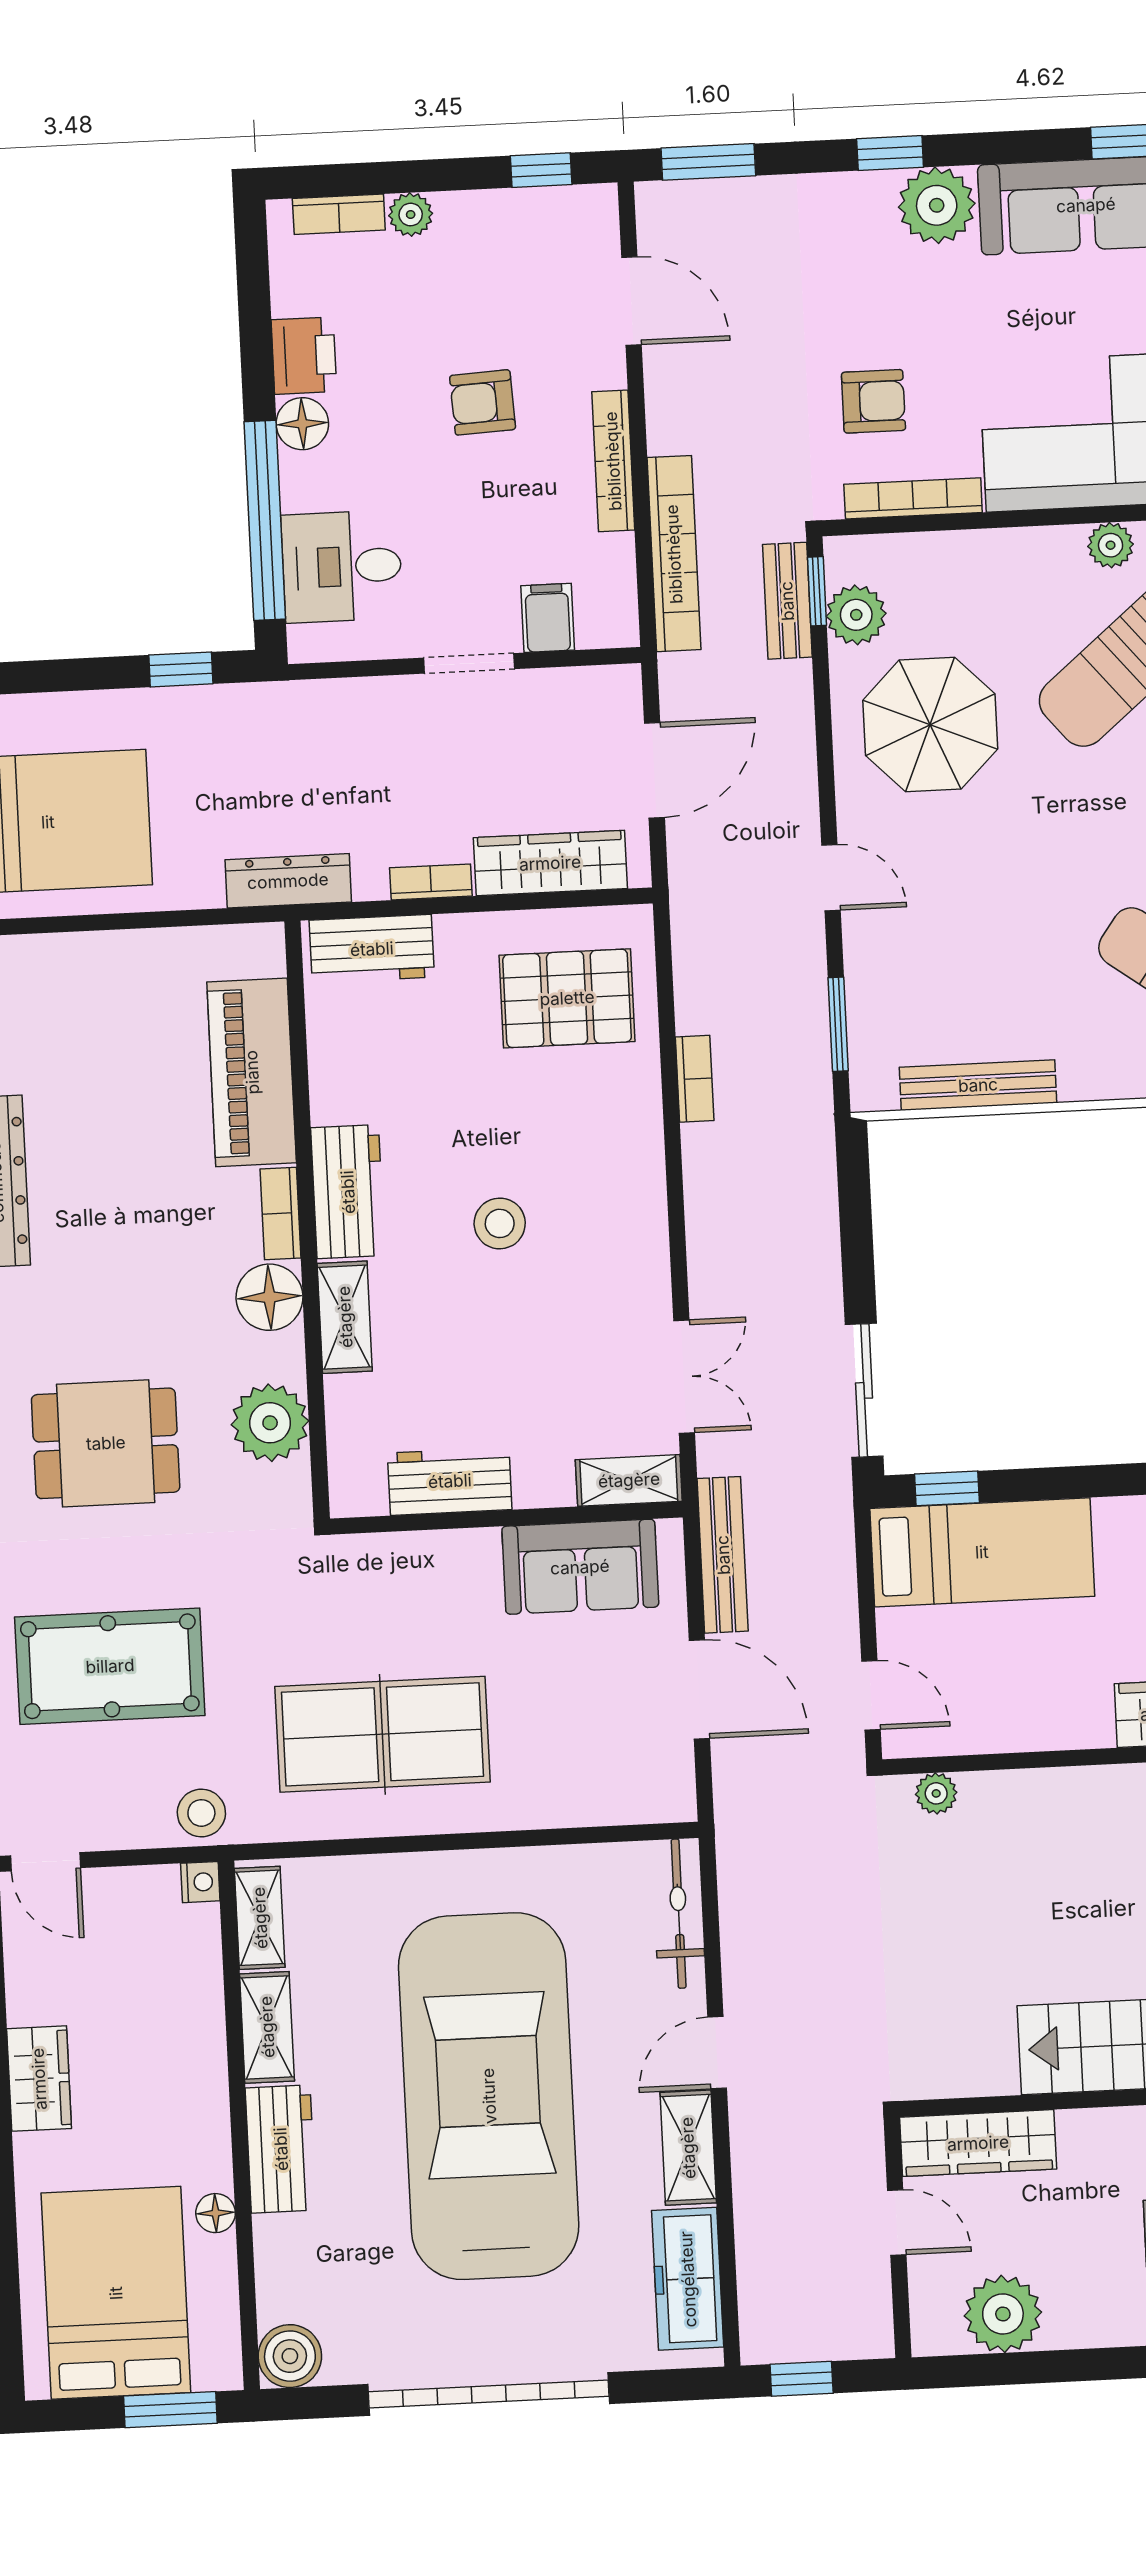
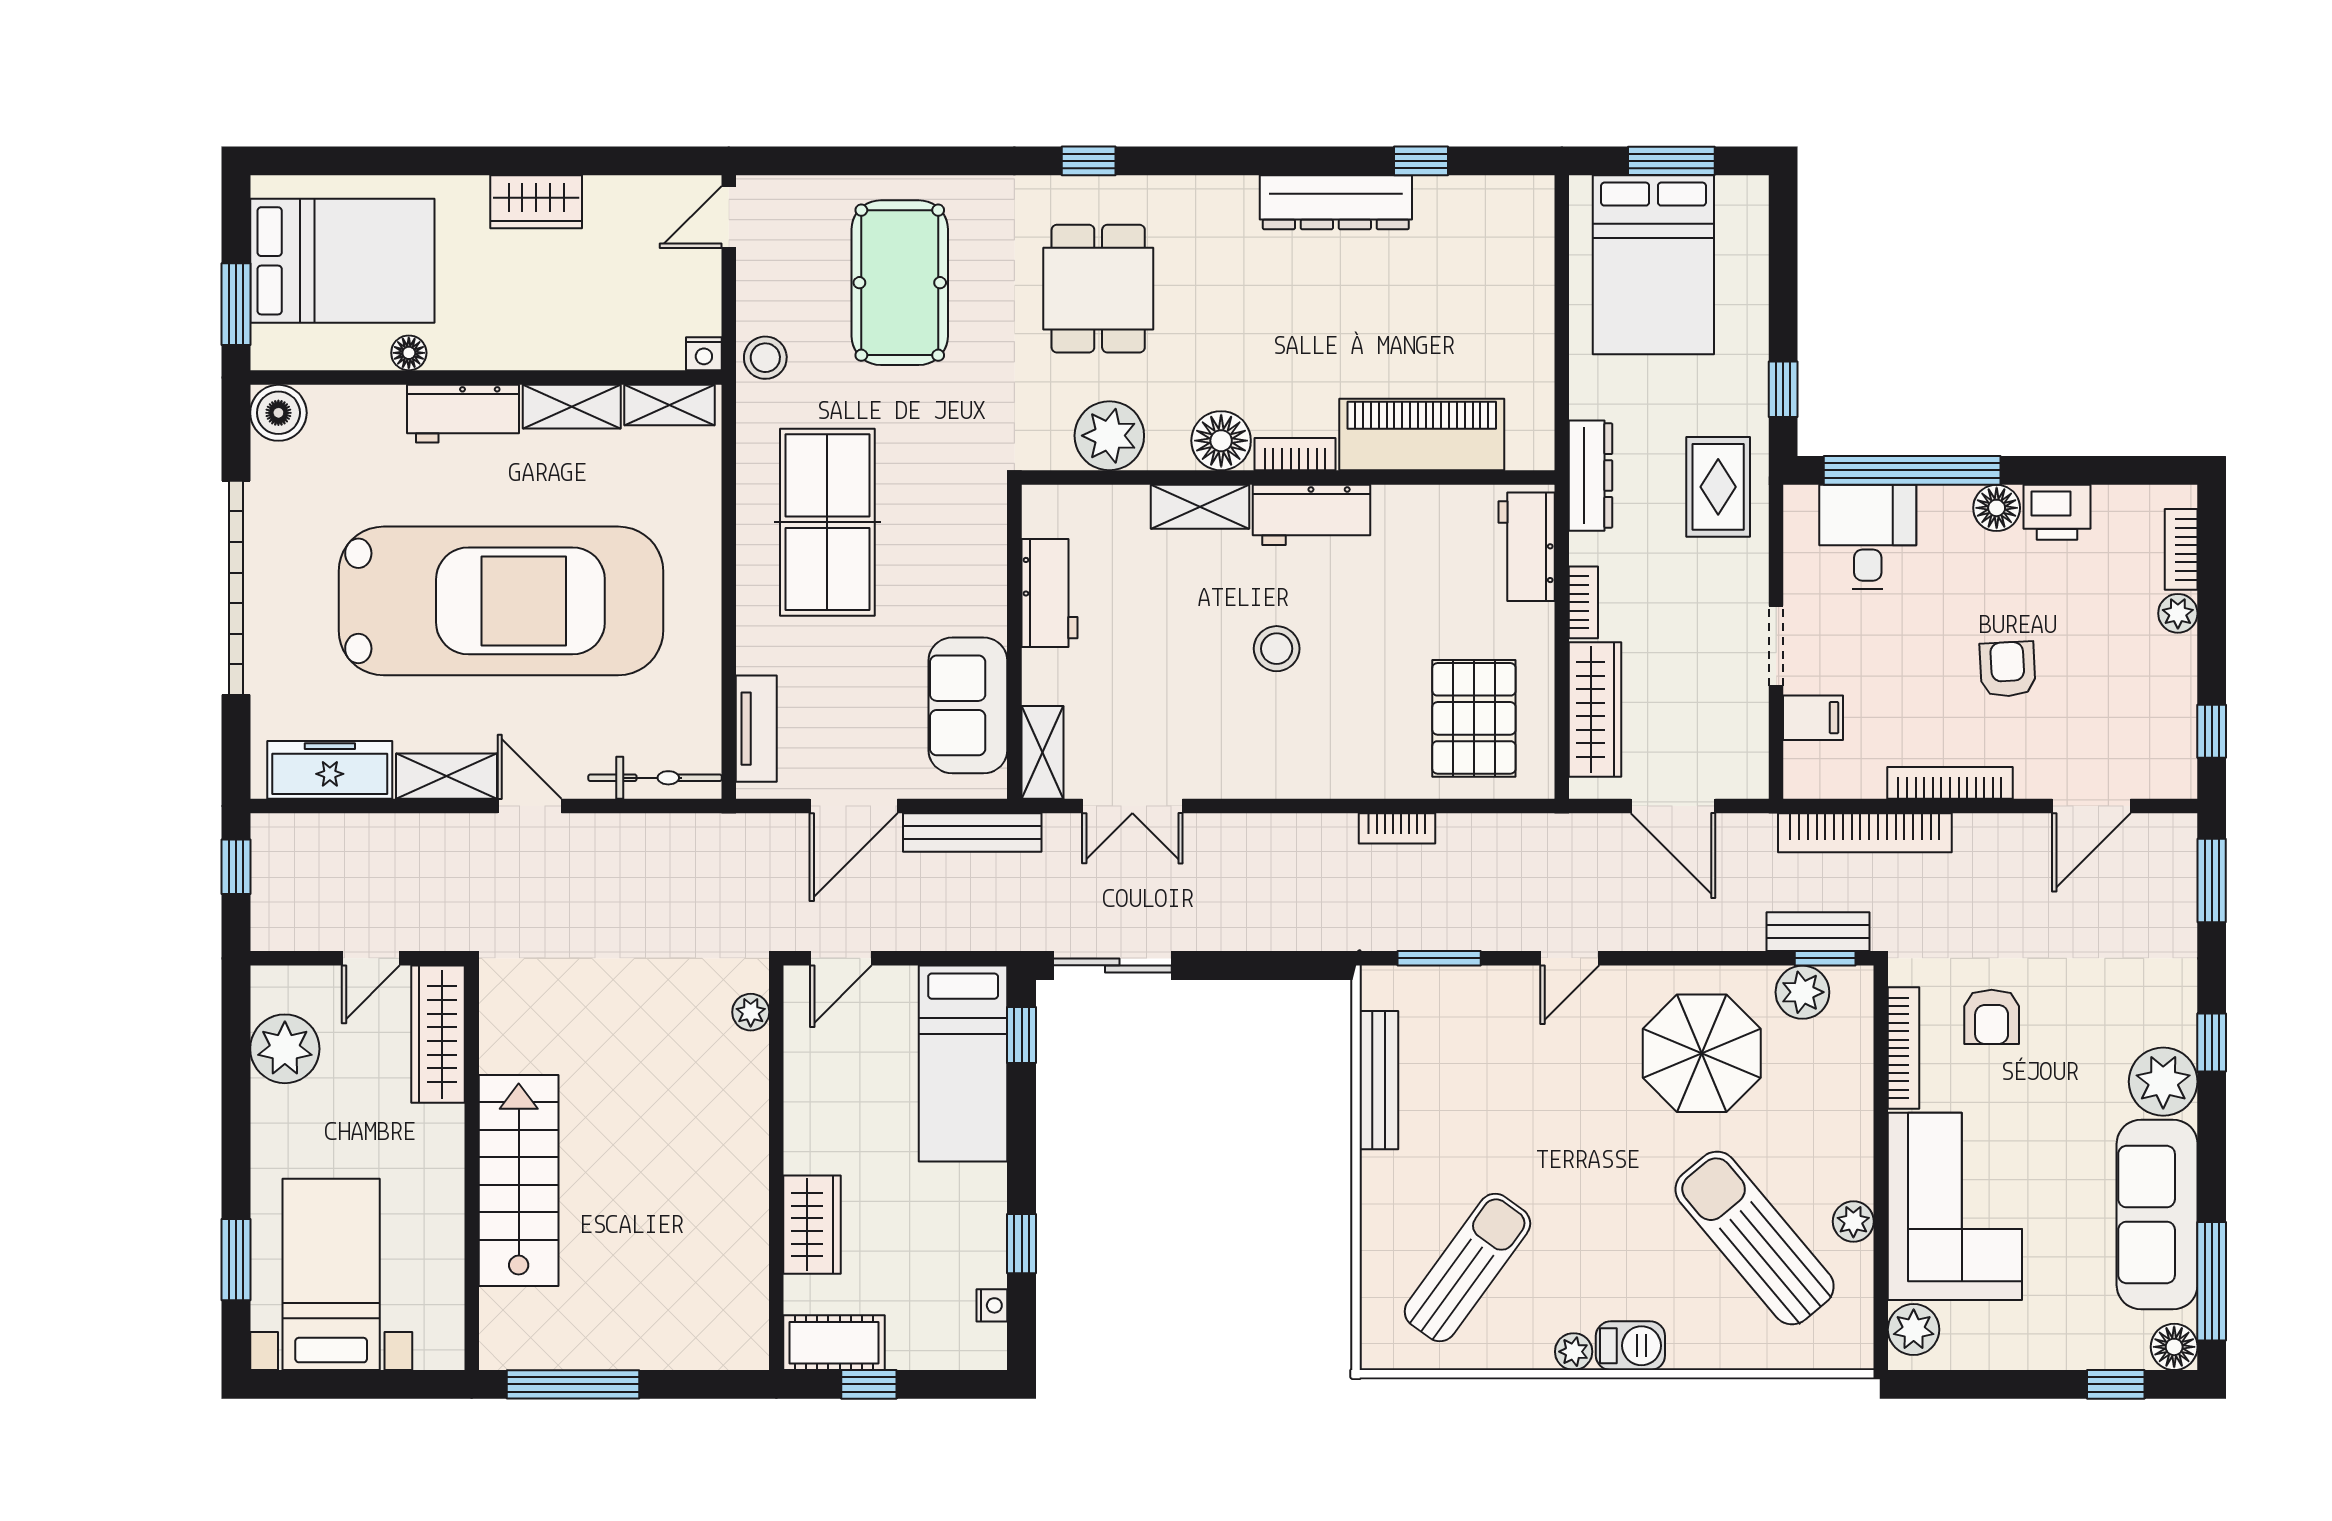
rug: (294, 737) -> (1718, 487), added
tv unit: (618, 1803) -> (756, 729), added

